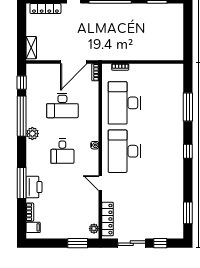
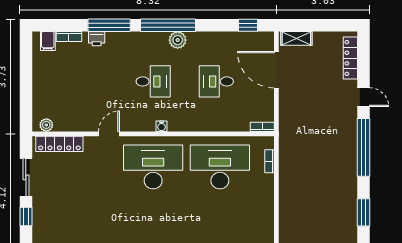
door: (74, 62) -> (276, 70), moved
desk: (62, 105) -> (216, 81), width x0.73
window: (22, 116) -> (168, 25), moved
desk: (62, 151) -> (153, 81), turned 180
printer: (34, 187) -> (97, 39), width x0.53, depth x0.68
window: (78, 243) -> (26, 102), removed

